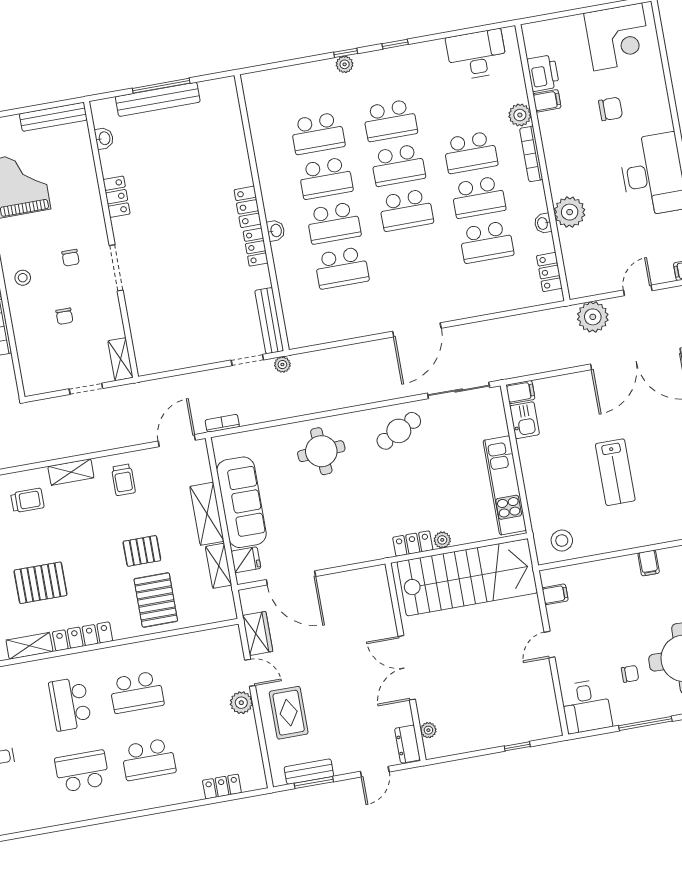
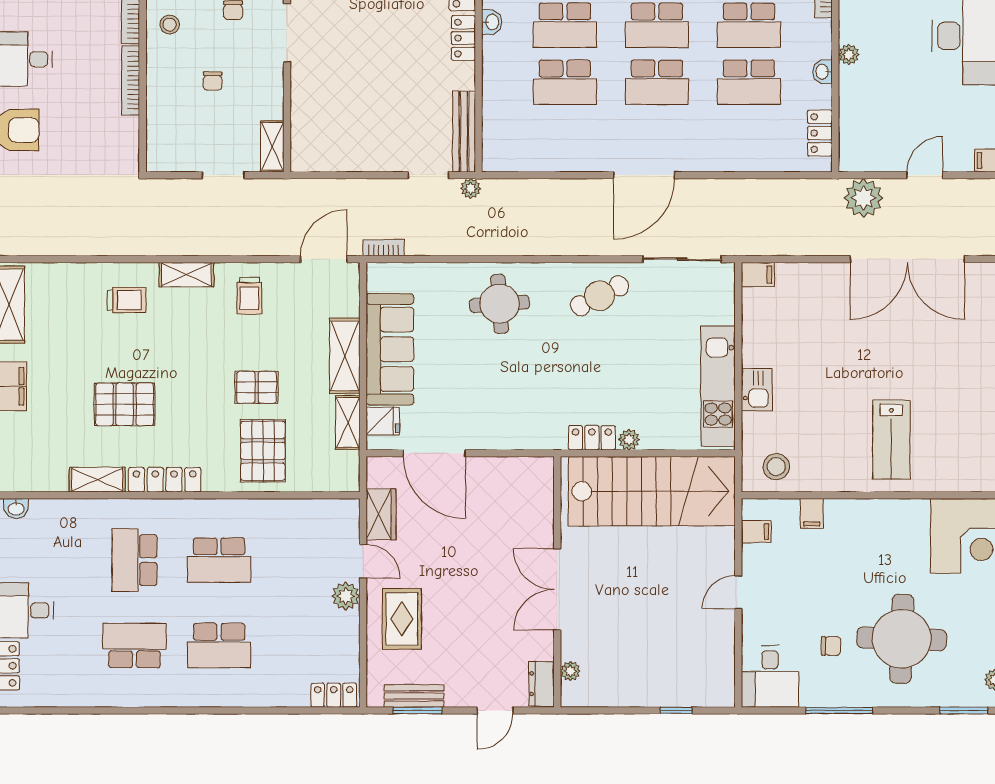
plant: (570, 212) -> (849, 55), width x0.53, depth x0.53
school desk: (414, 255) -> (657, 82), added
kitchen sink: (525, 420) -> (757, 390), moved
lab bench: (615, 472) -> (891, 440), moved
filing cabinet: (649, 563) -> (812, 513), moved
locker: (222, 786) -> (334, 695), moved

